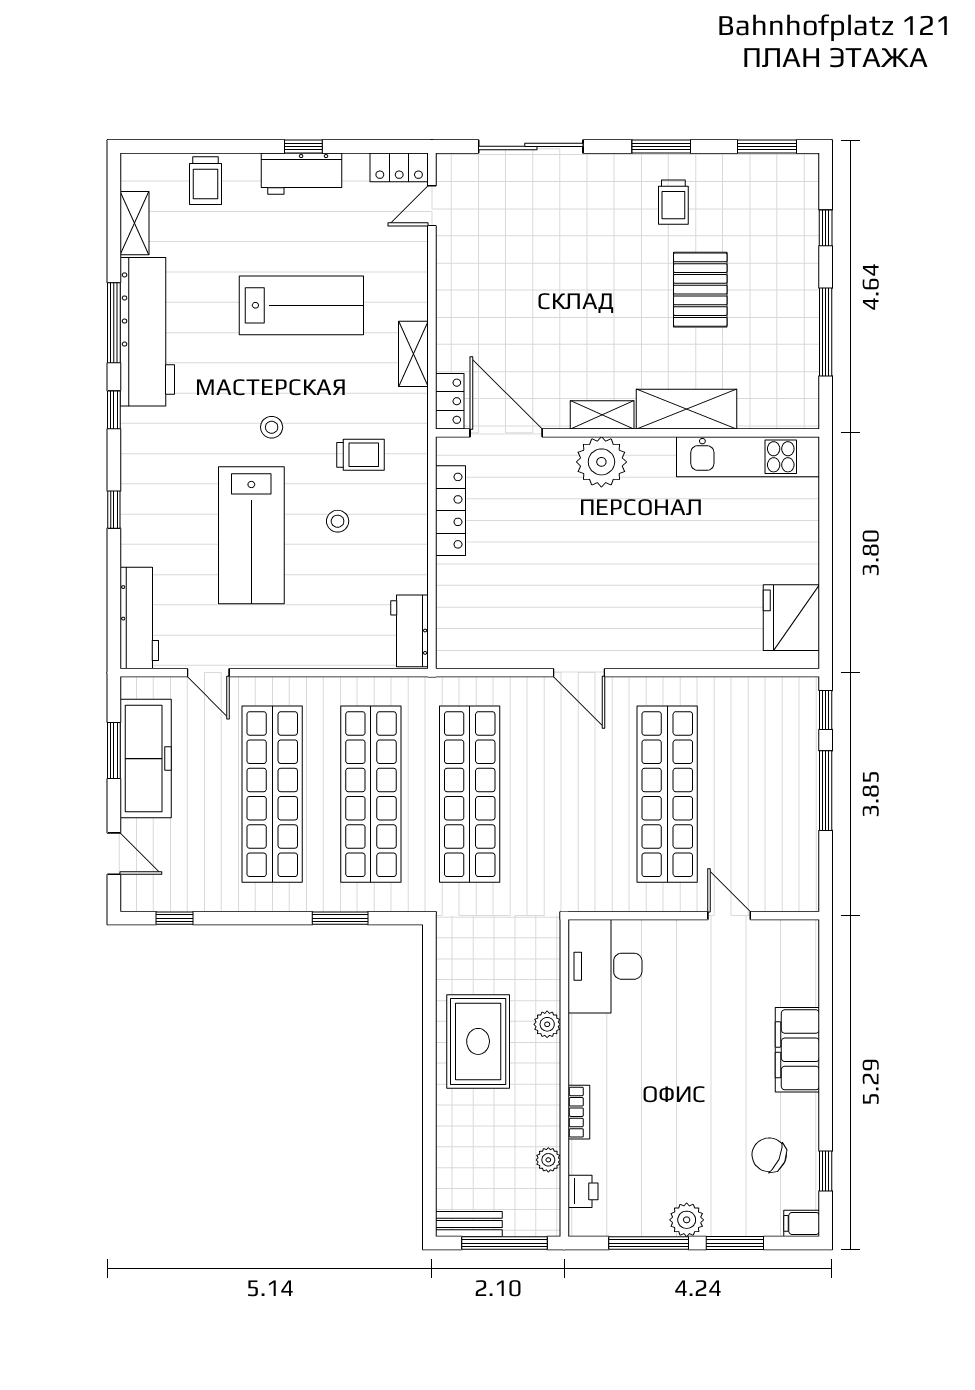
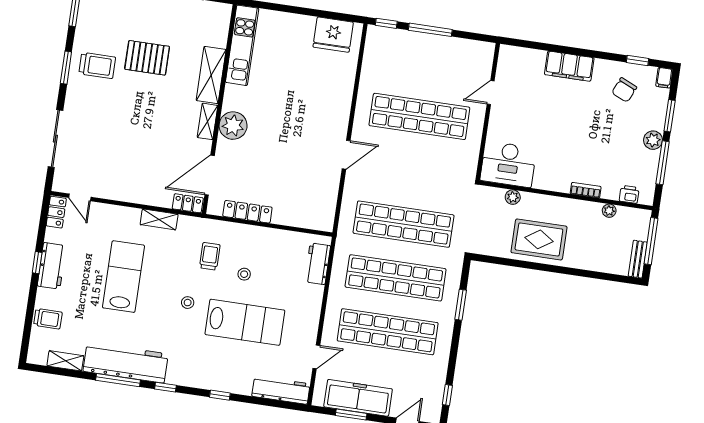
trolley: (673, 202) -> (97, 65), width x1.36, depth x1.39
workbench: (409, 631) -> (318, 264), moved, turned 90
plant: (547, 1024) -> (513, 197), moved

